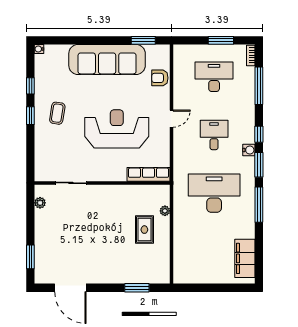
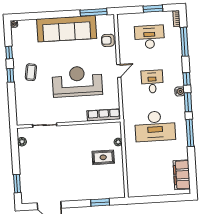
window: (143, 40) -> (94, 12), width x1.44
desk: (214, 193) -> (155, 126), turned 180
rug: (144, 230) -> (103, 157), turned 90

